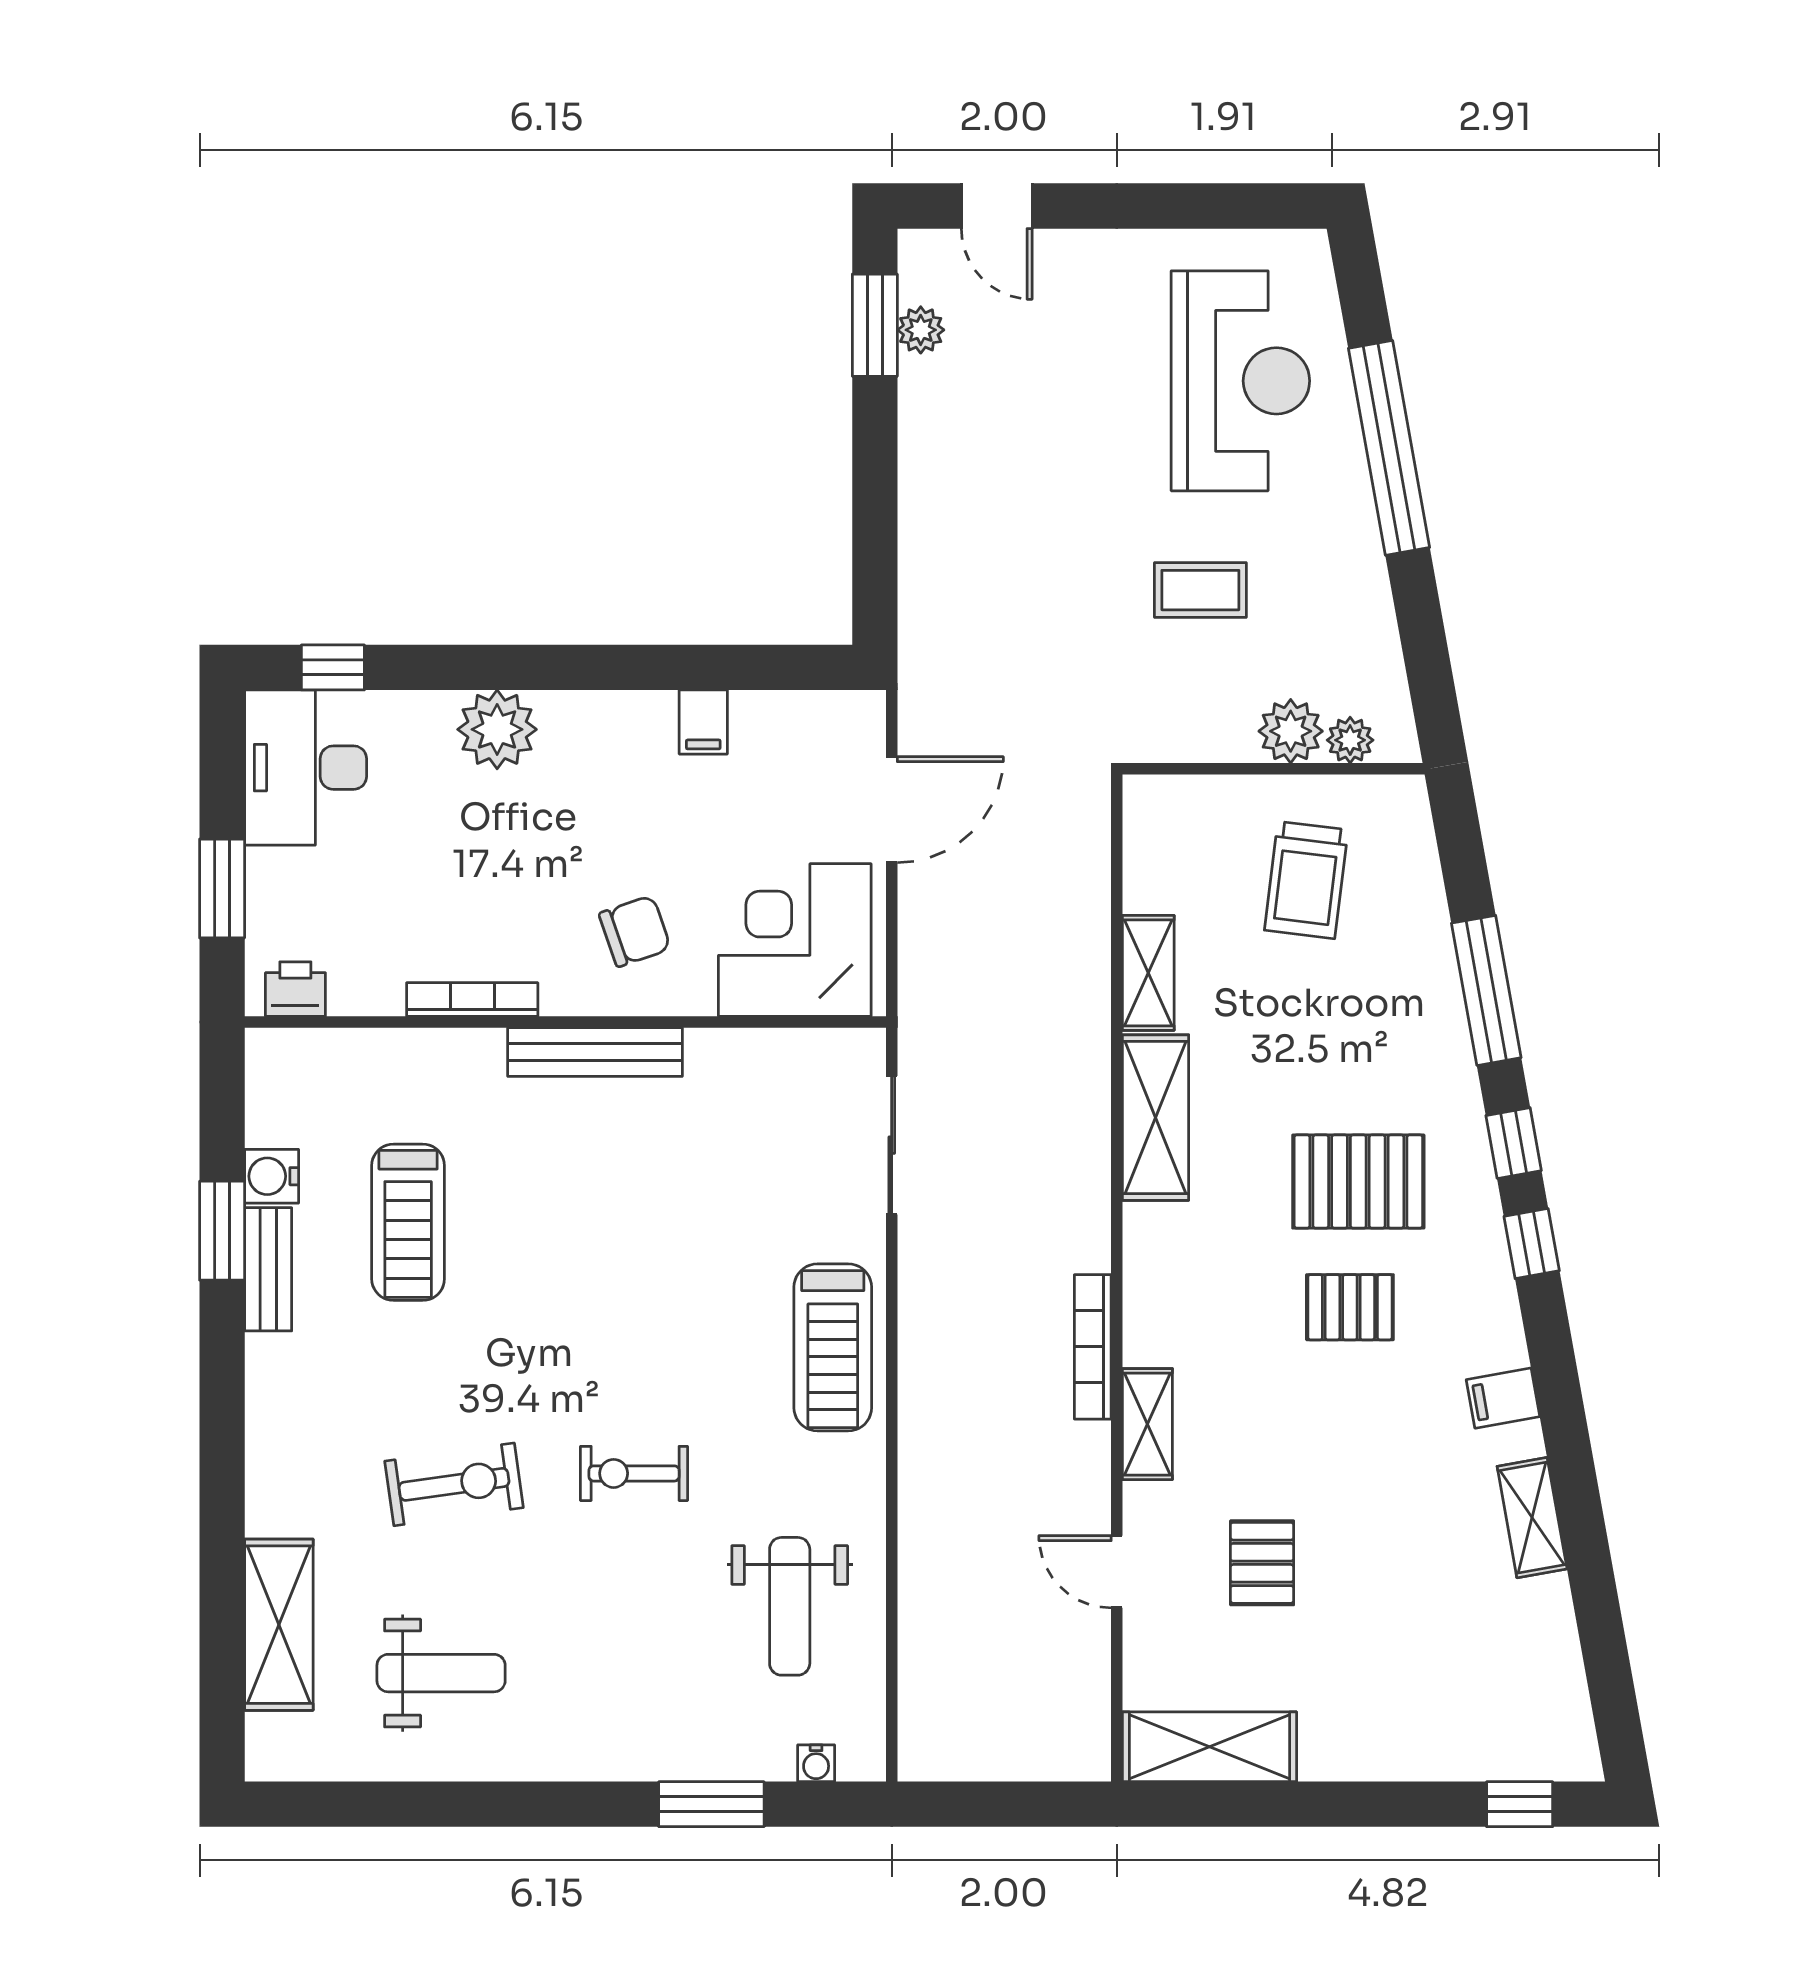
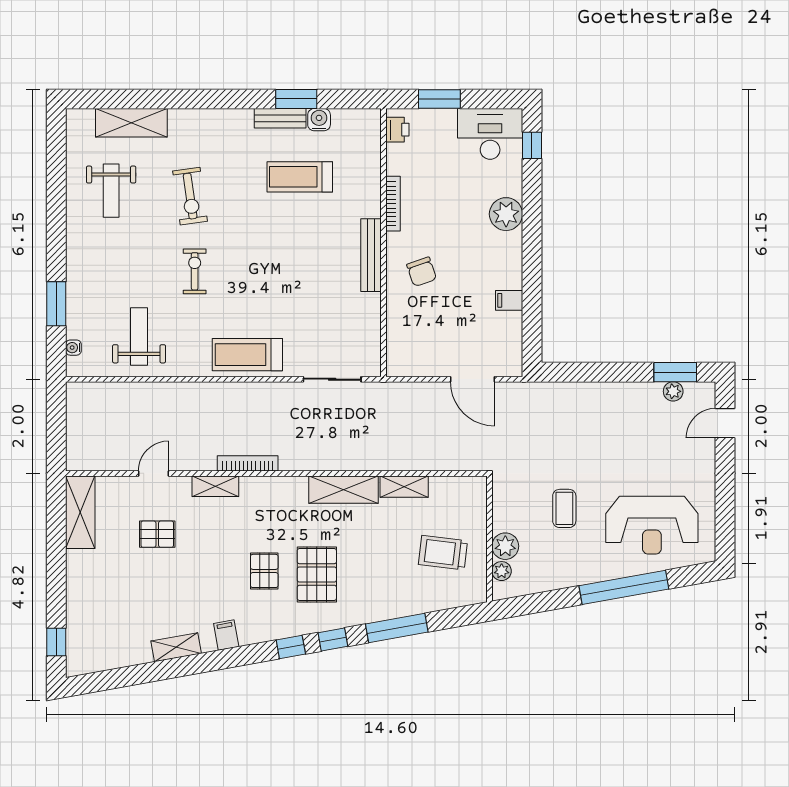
corner desk: (795, 940) -> (418, 339), removed
weight bench: (790, 1606) -> (139, 337), turned 90

